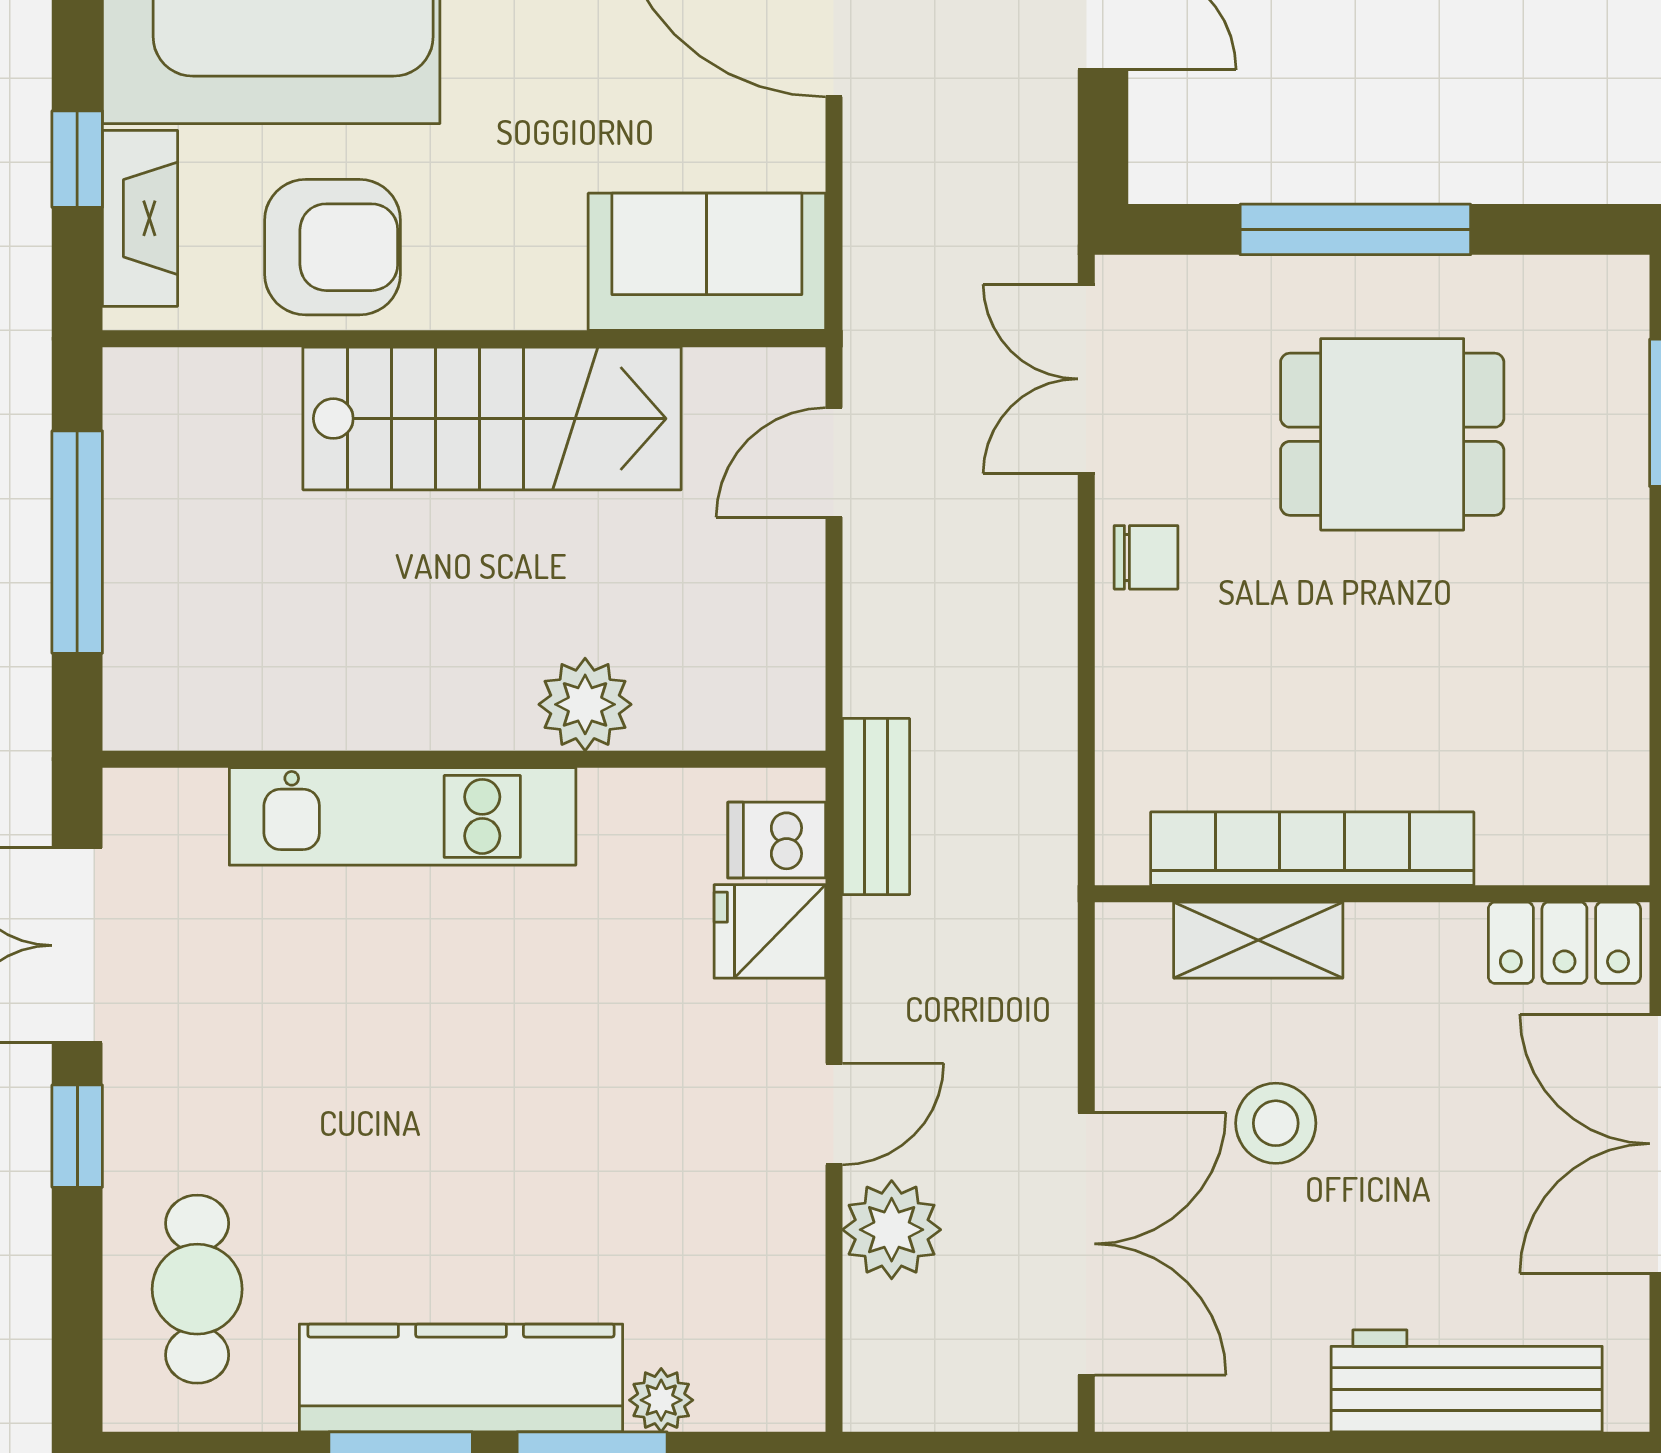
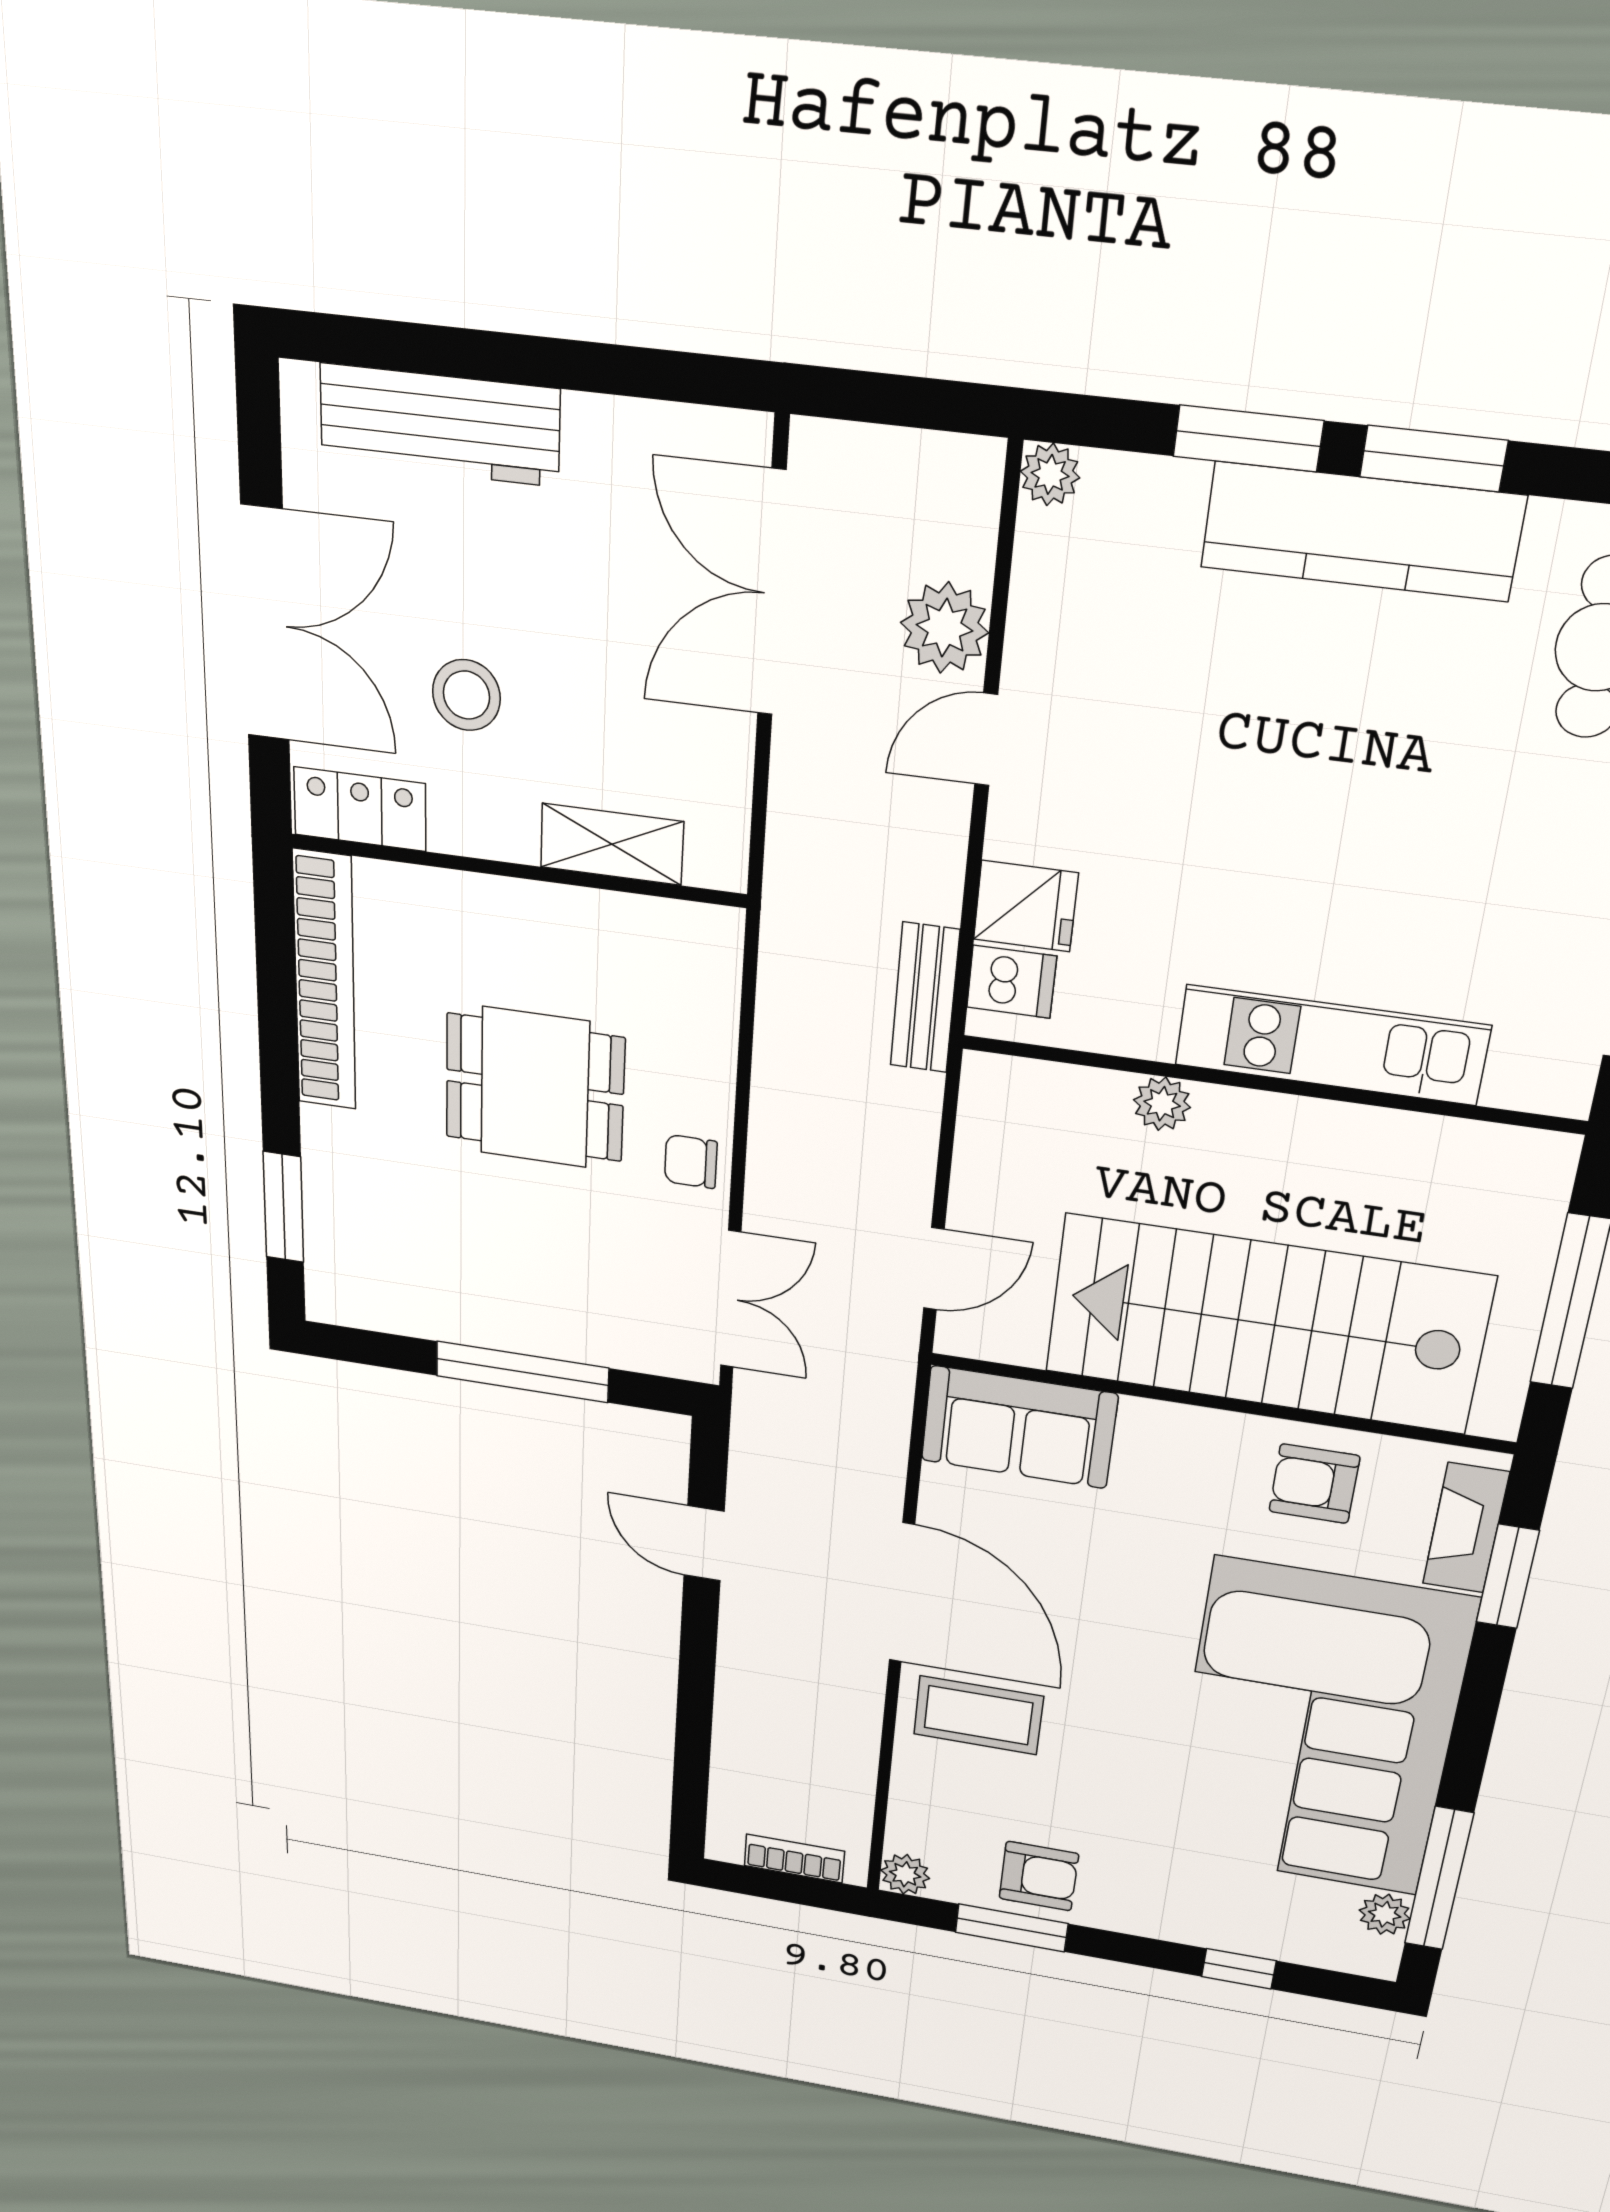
window: (77, 159) -> (1508, 1577), width x1.50
armchair: (333, 247) -> (1314, 1484), width x0.72, depth x0.72
stairs: (492, 419) -> (1266, 1324), width x1.36, depth x1.51
dining table: (1392, 434) -> (535, 1088), moved
plant: (585, 704) -> (1162, 1104), width x0.73, depth x0.73
bookcase: (1312, 849) -> (325, 981), moved, turned -90
stool: (1276, 1123) -> (466, 695), moved
plant: (661, 1400) -> (1050, 474), moved

